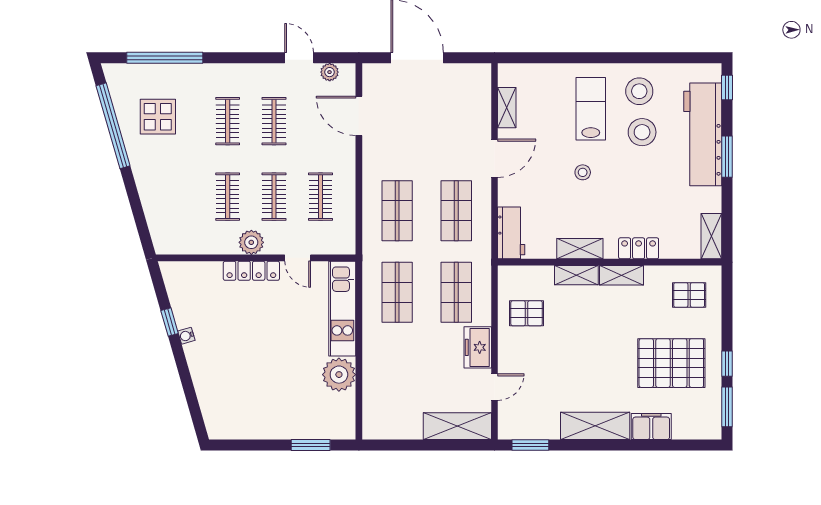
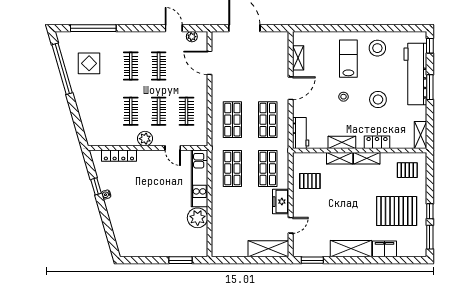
stool: (642, 132) -> (378, 100), moved
locker: (251, 271) -> (119, 156), moved

